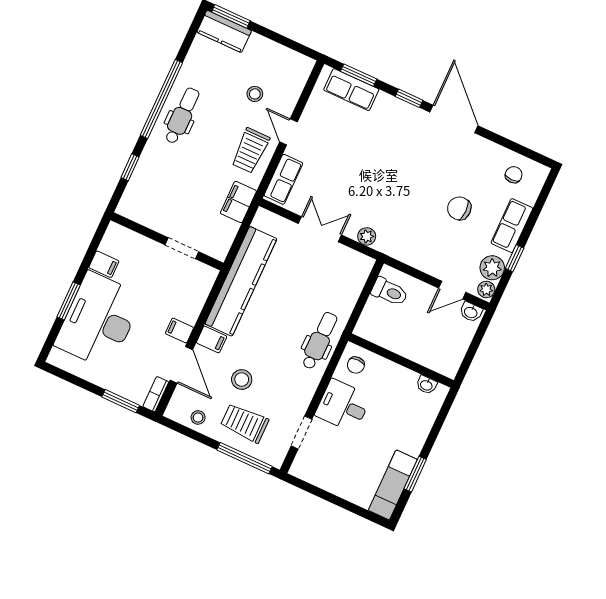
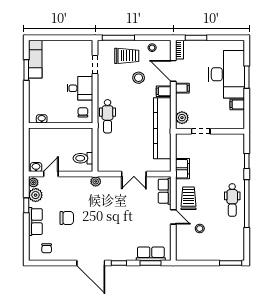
kitchen counter: (224, 31) -> (230, 254), removed
plant: (367, 236) -> (96, 181), moved
plant: (202, 284) -> (182, 118), added

